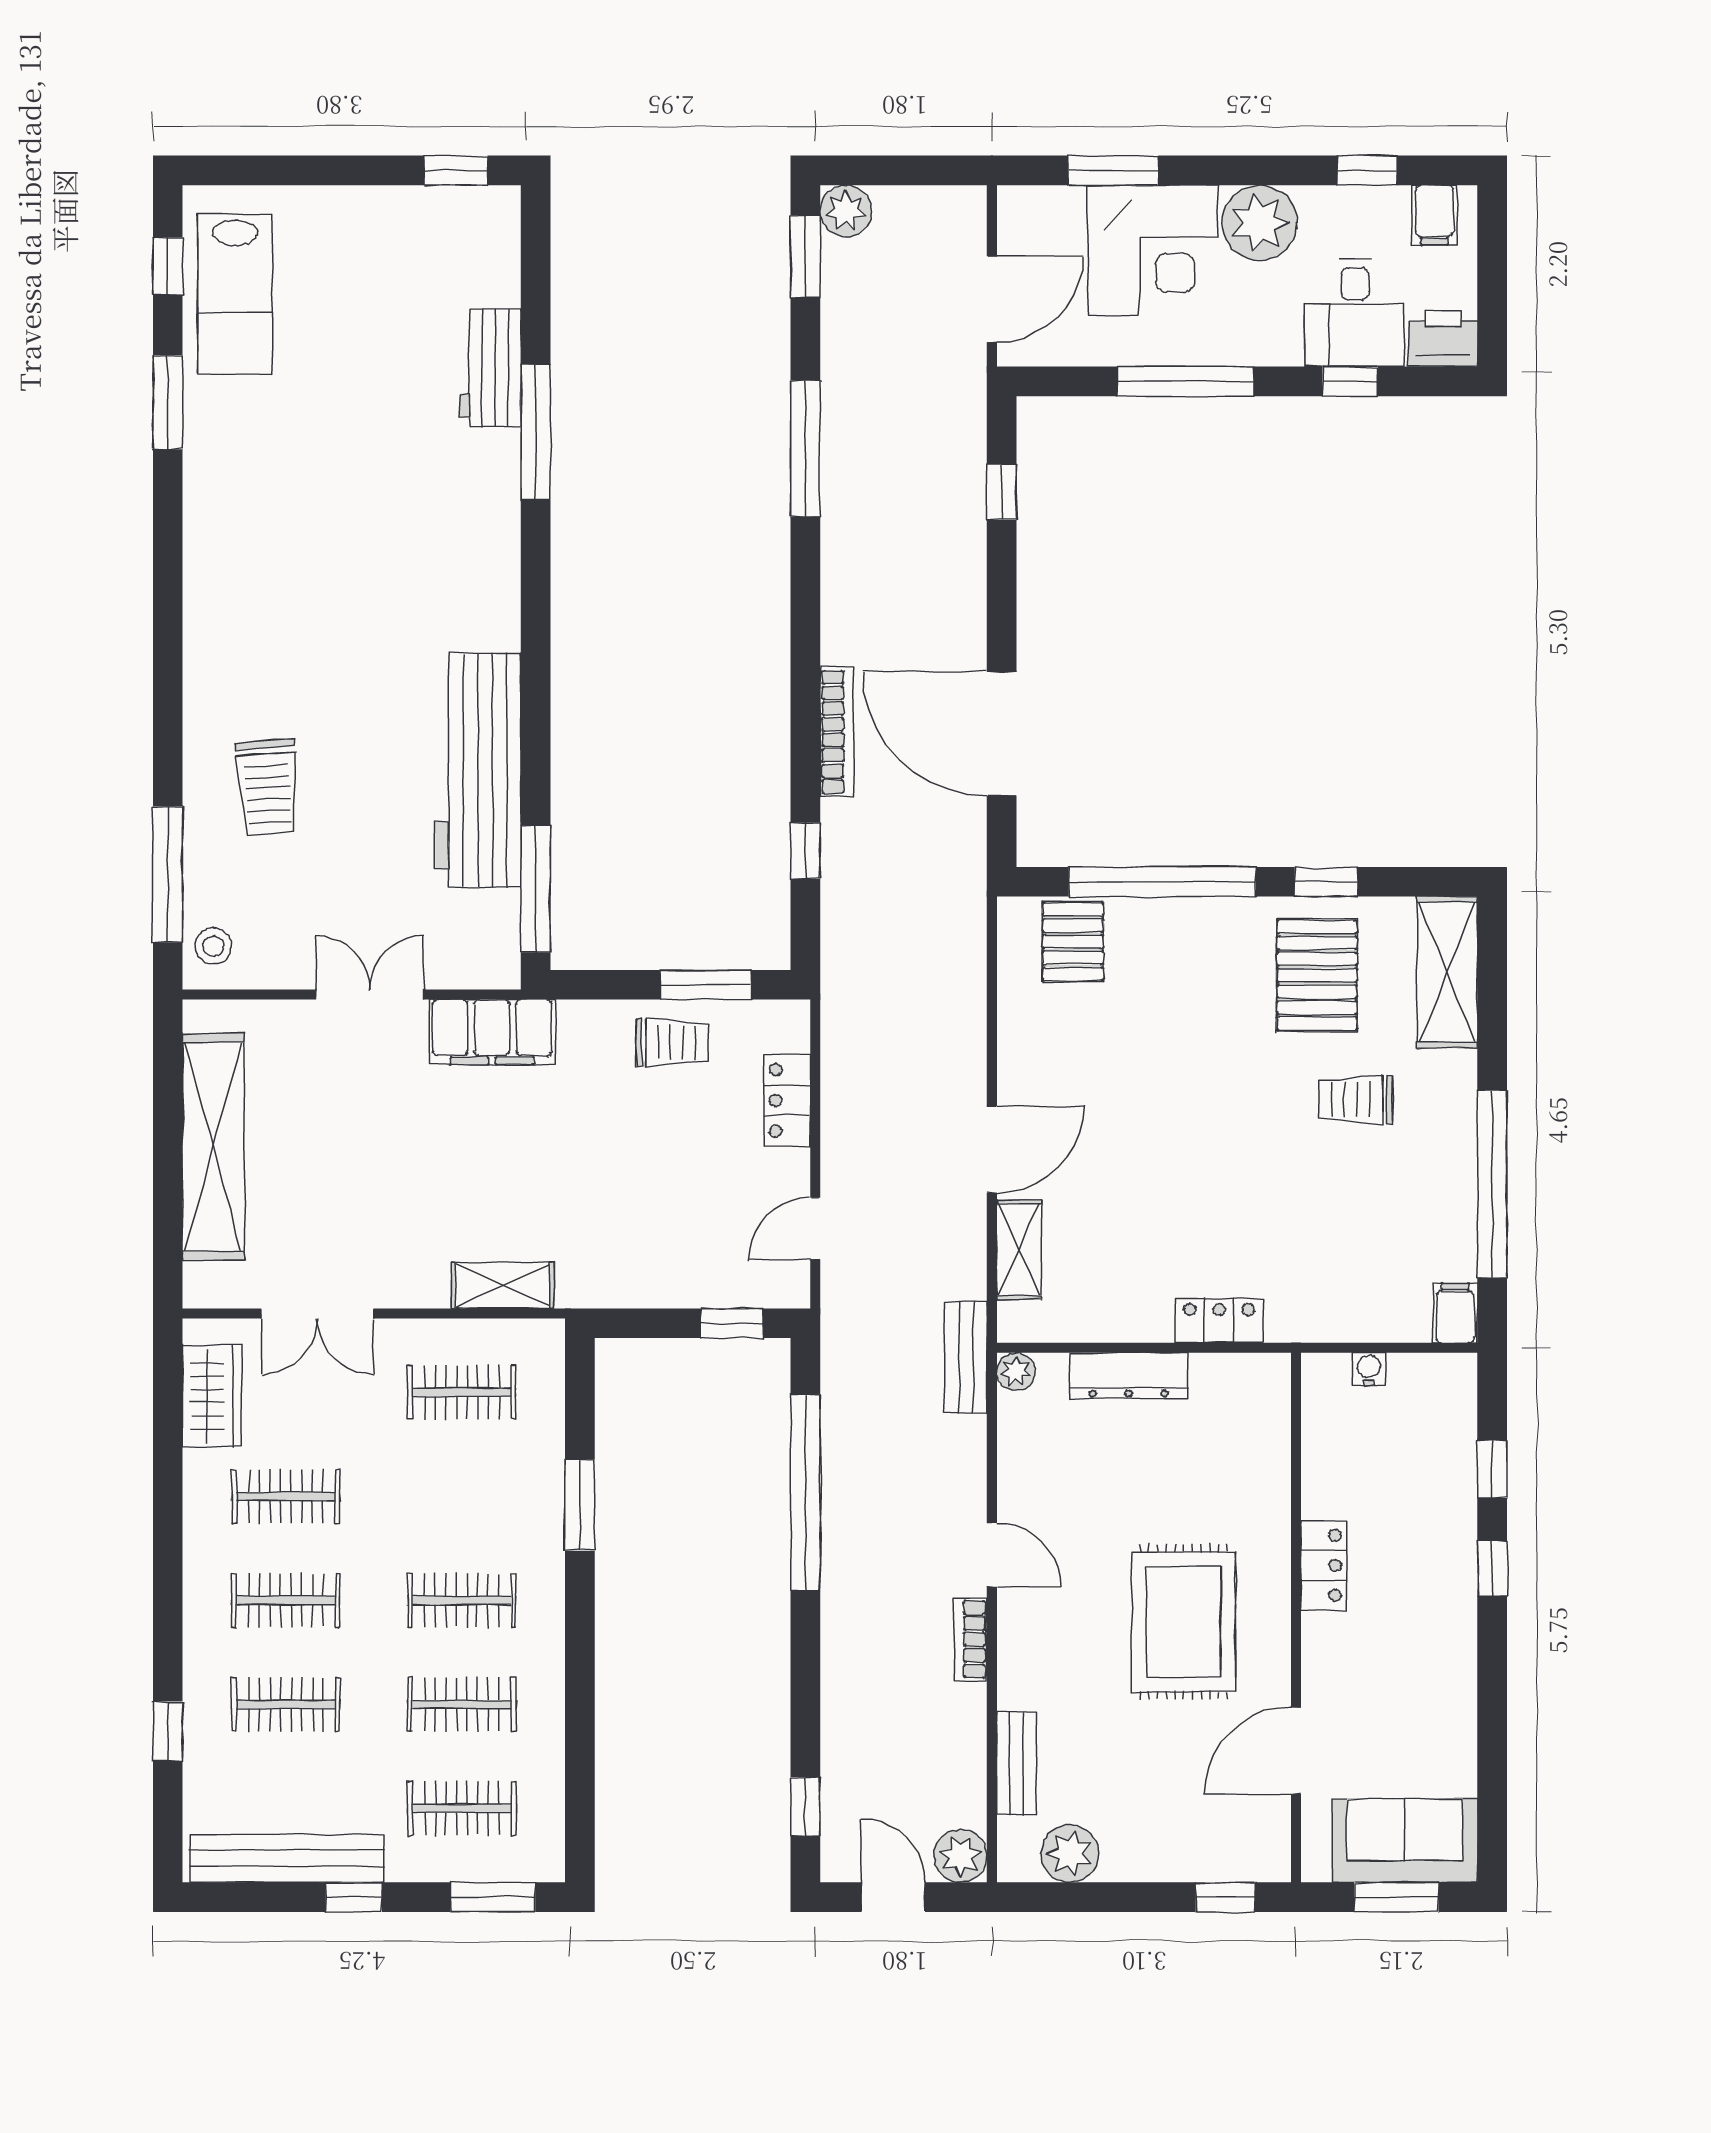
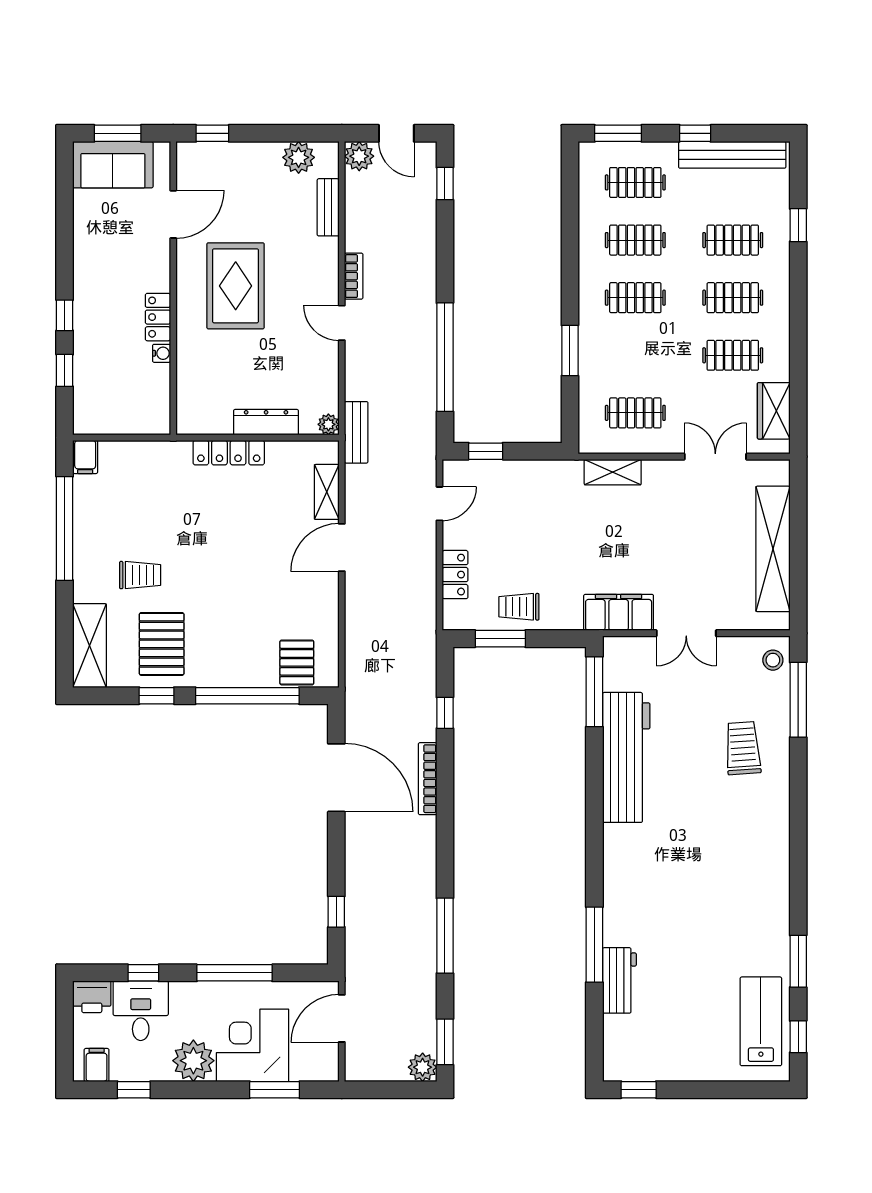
locker: (1219, 1321) -> (229, 453), width x1.53
water cooler: (1369, 1369) -> (162, 353), moved, turned -90

